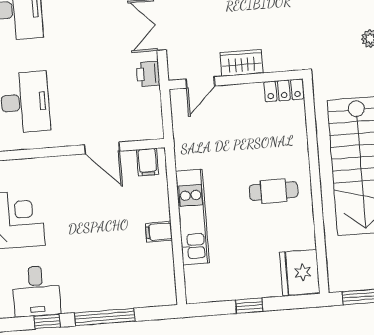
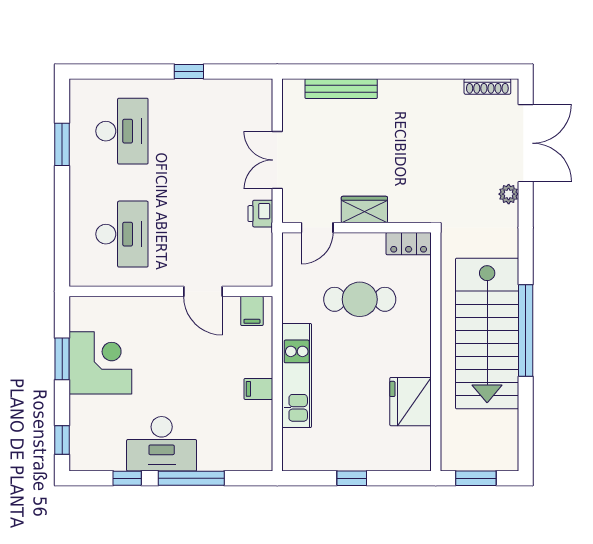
cafe table: (274, 191) -> (360, 299), moved, width x1.37, depth x1.35
fridge: (300, 273) -> (410, 402), moved
desk: (36, 291) -> (162, 444), moved, width x1.37

